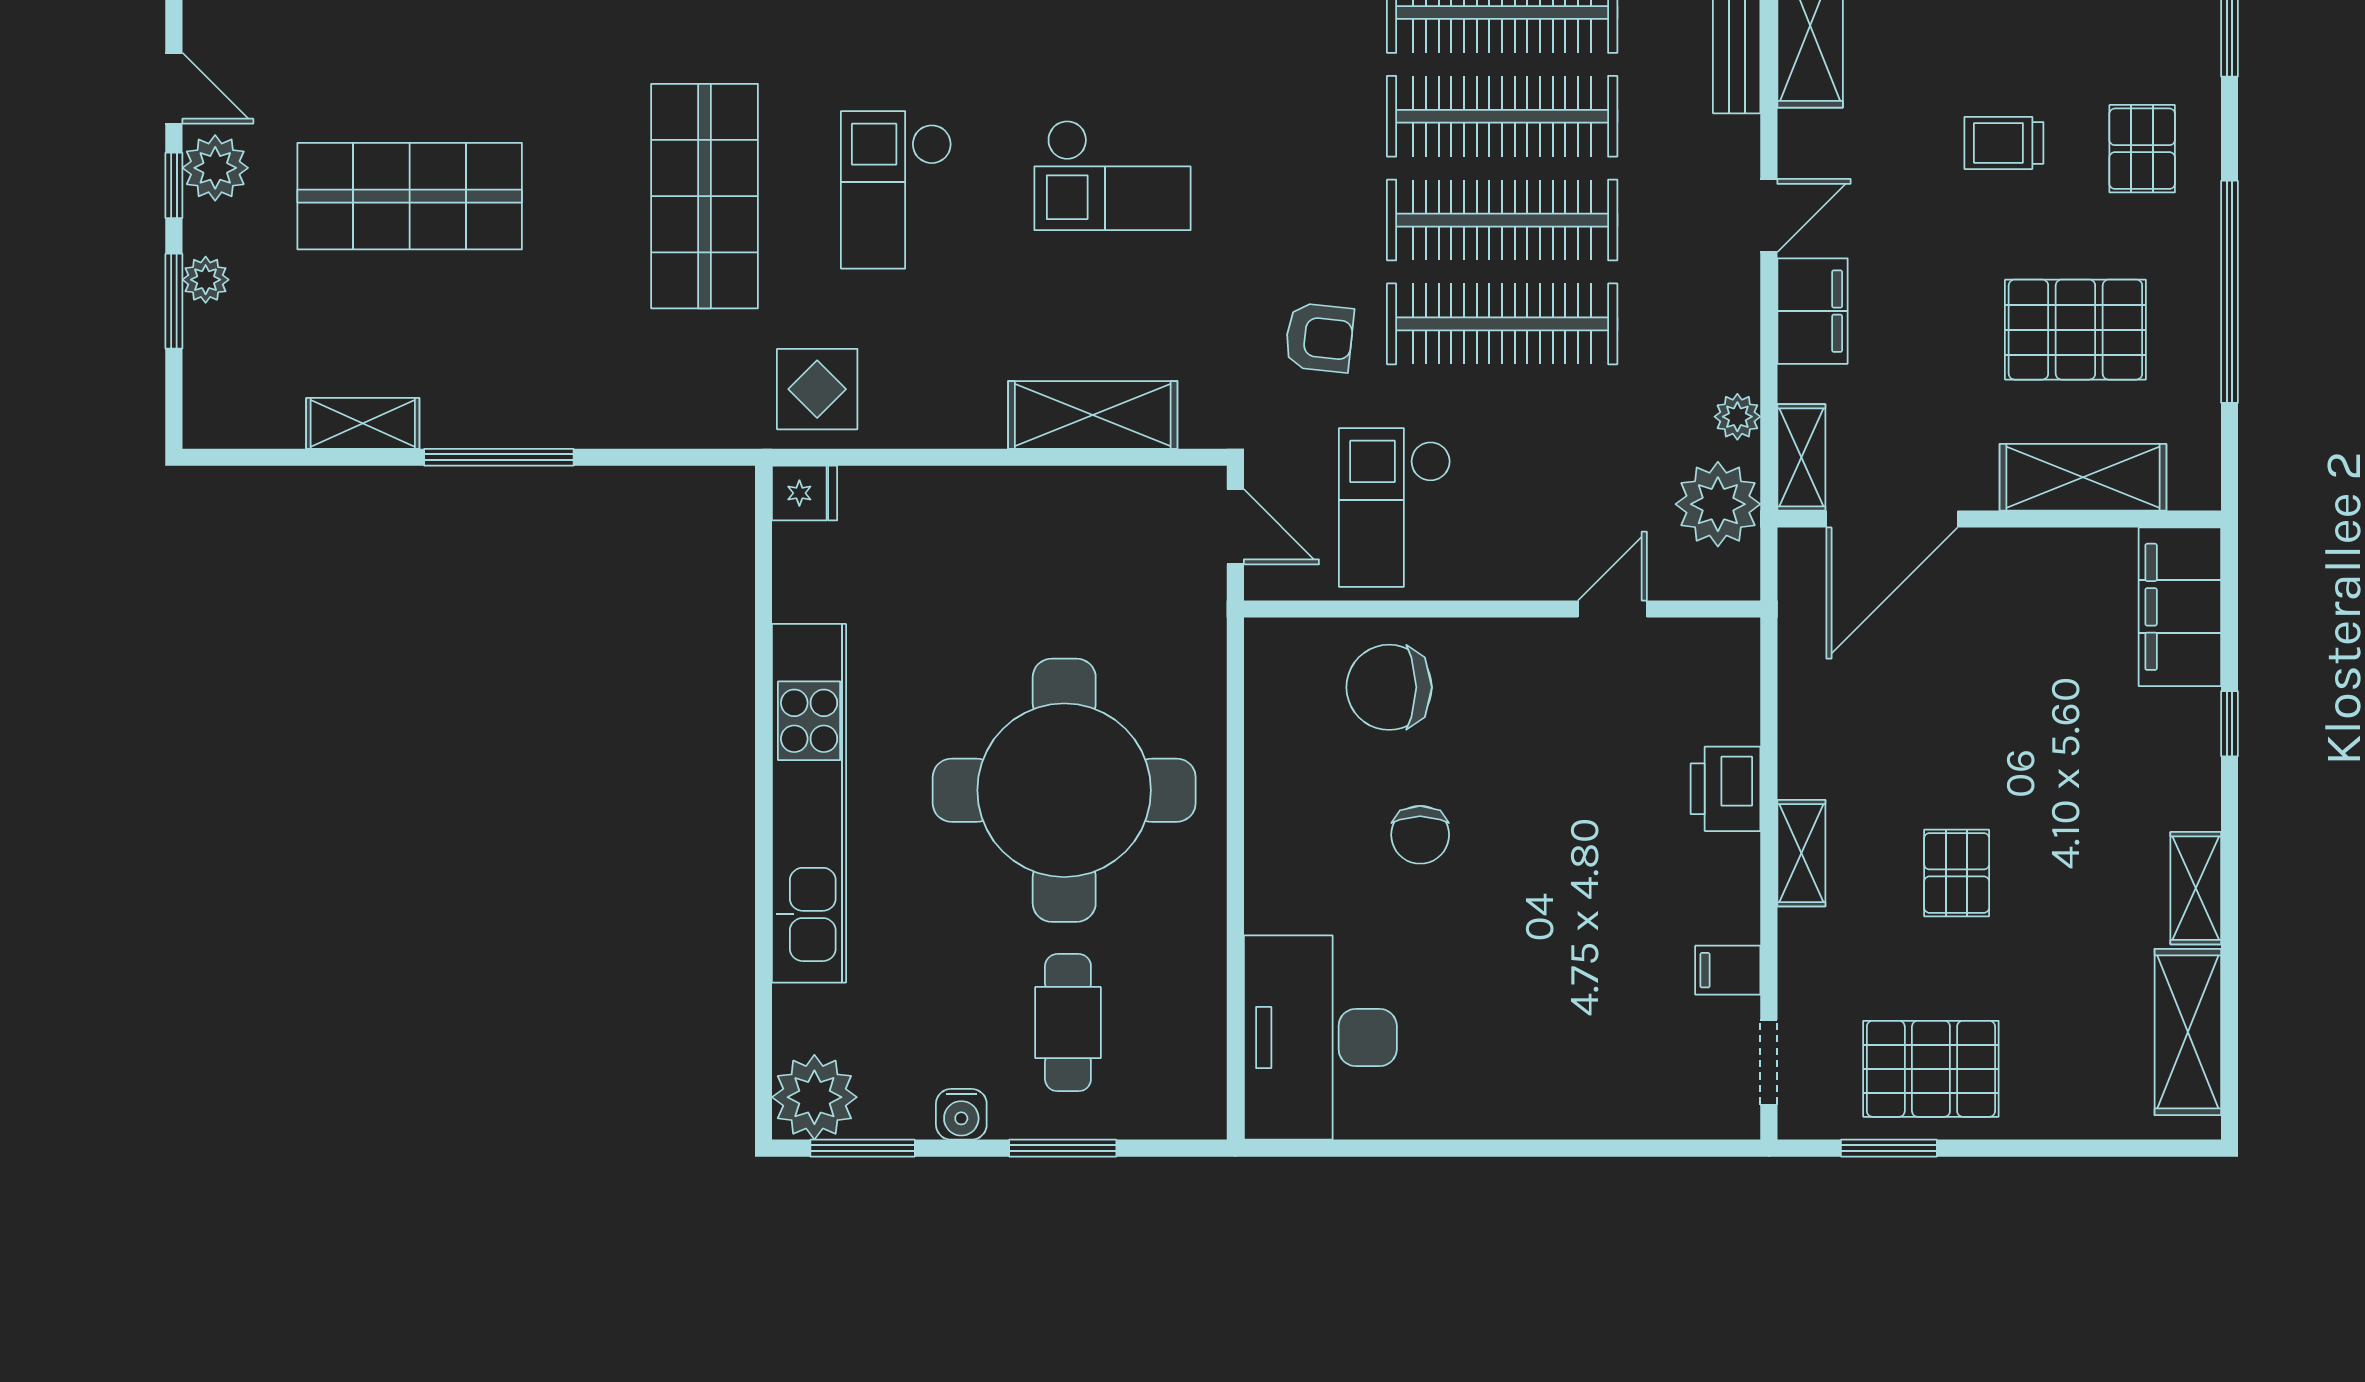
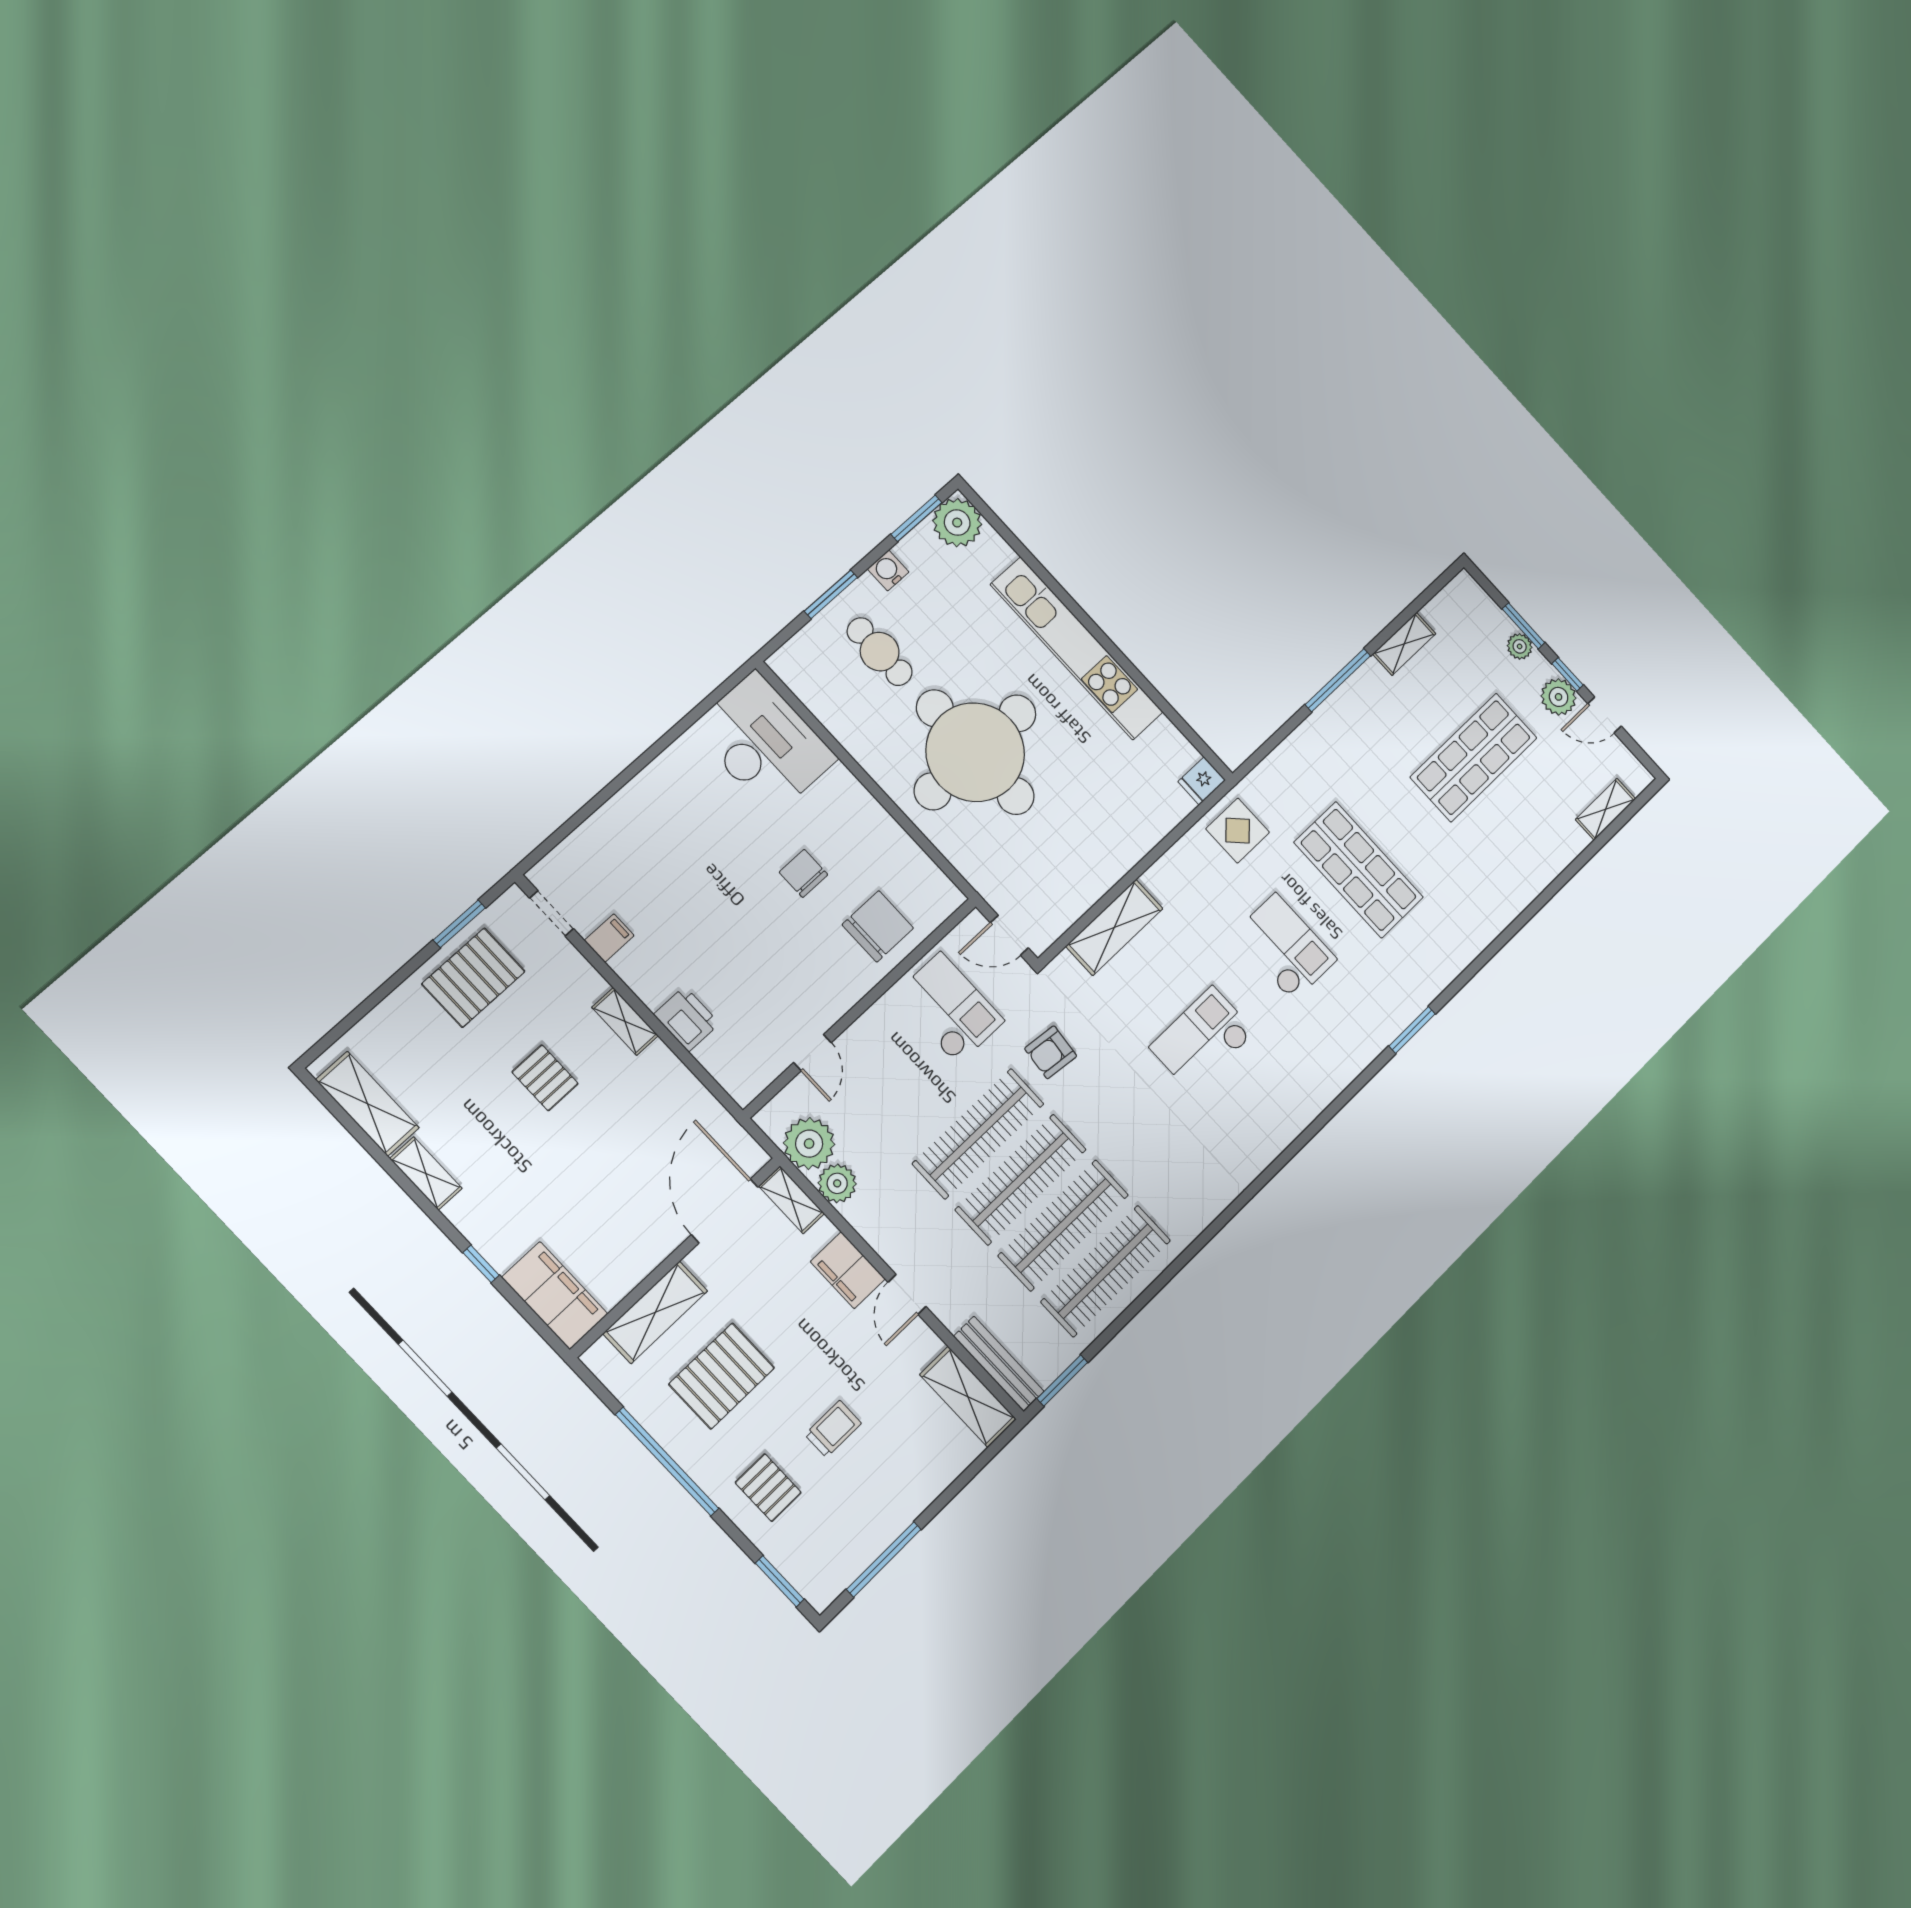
plant: (1737, 417) -> (837, 1183), width x1.38, depth x1.38

